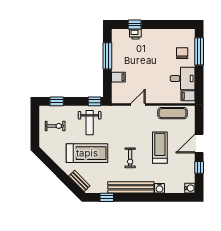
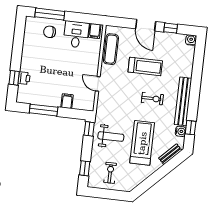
treadmill: (160, 148) -> (145, 66), turned 180
water cooler: (159, 188) -> (181, 131), moved

